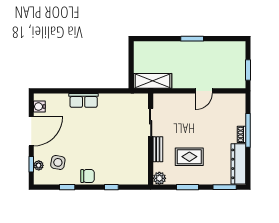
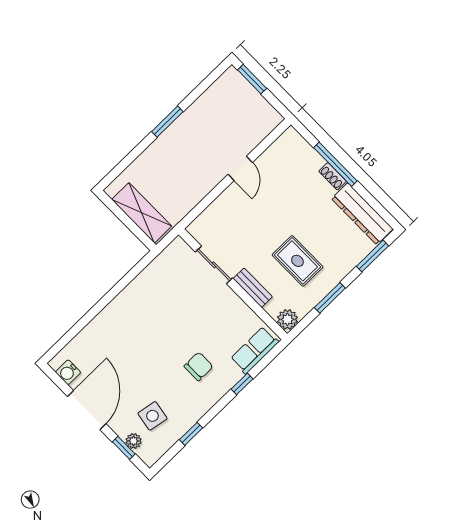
window: (248, 70) -> (252, 79), moved
shelving: (153, 81) -> (142, 213), moved, turned 90
row of seats: (84, 100) -> (255, 350), moved, turned 180
rug: (189, 157) -> (297, 261), turned 90
chair: (87, 176) -> (199, 366), moved

